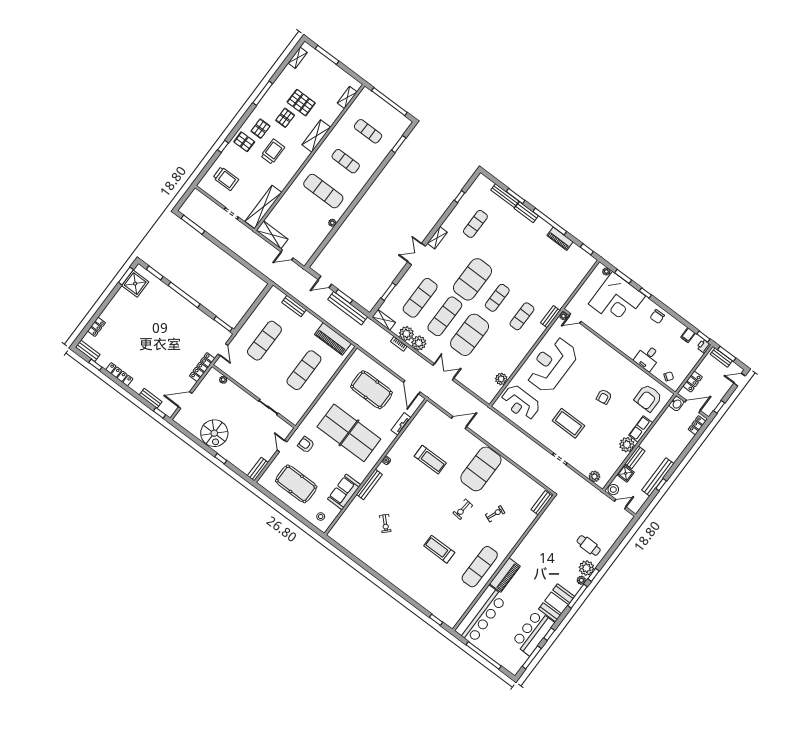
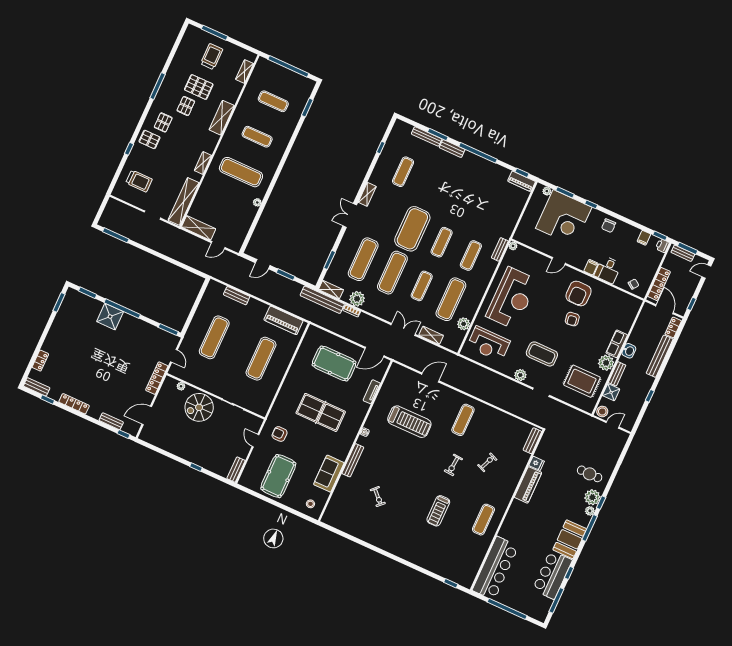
shelving: (298, 58) -> (203, 163), moved
trolley: (273, 152) -> (212, 57), moved
piano: (560, 239) -> (521, 181), moved
shower: (135, 284) -> (110, 317), moved
bench: (348, 308) -> (322, 300), moved
door: (575, 318) -> (559, 261), moved
exercise mat: (470, 335) -> (422, 286), width x0.50, depth x0.69
plant: (419, 343) -> (372, 306), removed
filing cabinet: (632, 352) -> (591, 267), added
exercise mat: (494, 353) -> (451, 299), added
reception desk: (552, 365) -> (512, 298), turned 180
locker: (693, 382) -> (659, 284), width x1.53
shelving: (468, 383) -> (431, 335), added
door: (412, 387) -> (375, 352), hinge flipped
armchair: (648, 398) -> (578, 293), moved
washbasin: (676, 404) -> (629, 351), moved
door: (693, 406) -> (664, 309), hinge flipped
spiral stairs: (214, 433) -> (199, 407), moved, turned 90
table tennis table: (349, 433) -> (321, 412), width x0.73, depth x0.76
rug: (600, 457) -> (582, 381), added
treadmill: (430, 460) -> (409, 422), width x1.37, depth x1.38
exercise mat: (481, 469) -> (463, 420), width x0.50, depth x0.69
plant: (594, 476) -> (520, 375), moved
bench: (658, 477) -> (660, 356), moved
pool table: (296, 484) -> (278, 476), turned 90
fridge: (541, 525) -> (537, 463), added
treadmill: (439, 549) -> (438, 511), turned -90
exercise mat: (480, 567) -> (483, 520), width x0.73, depth x0.69
piano: (505, 575) -> (528, 485), moved

